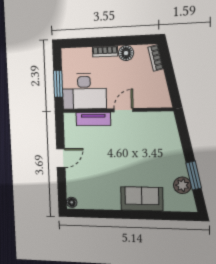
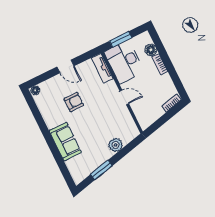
floor lamp: (126, 53) -> (151, 50), moved
tv unit: (93, 119) -> (102, 68), moved
armchair: (103, 168) -> (74, 102), added
plant: (182, 185) -> (116, 145), moved

